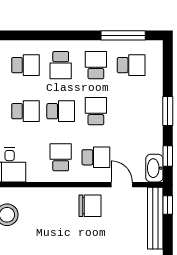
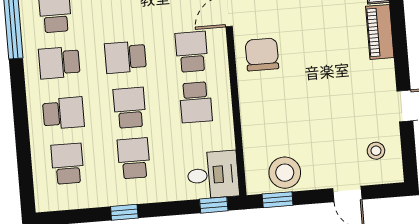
school desk: (61, 157) -> (196, 102), turned -90

